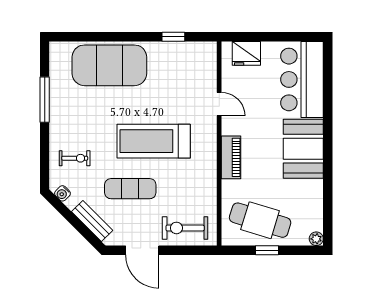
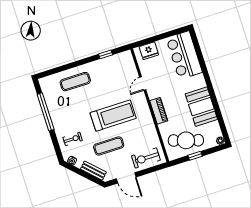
exercise mat: (109, 65) -> (75, 82), width x0.50, depth x0.69
window: (45, 100) -> (46, 112), width x1.46
door: (219, 104) -> (143, 84), swing flipped
treadmill: (154, 141) -> (113, 116), turned 180
booth: (303, 149) -> (201, 107), moved

